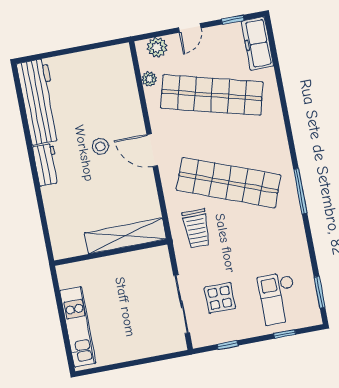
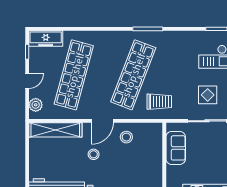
door: (190, 28) -> (27, 81), hinge flipped
plant: (149, 79) -> (55, 114), removed
stool: (135, 190) -> (126, 137), added
shelving: (125, 236) -> (55, 130), moved, turned 90
sofa: (133, 266) -> (176, 148), added

